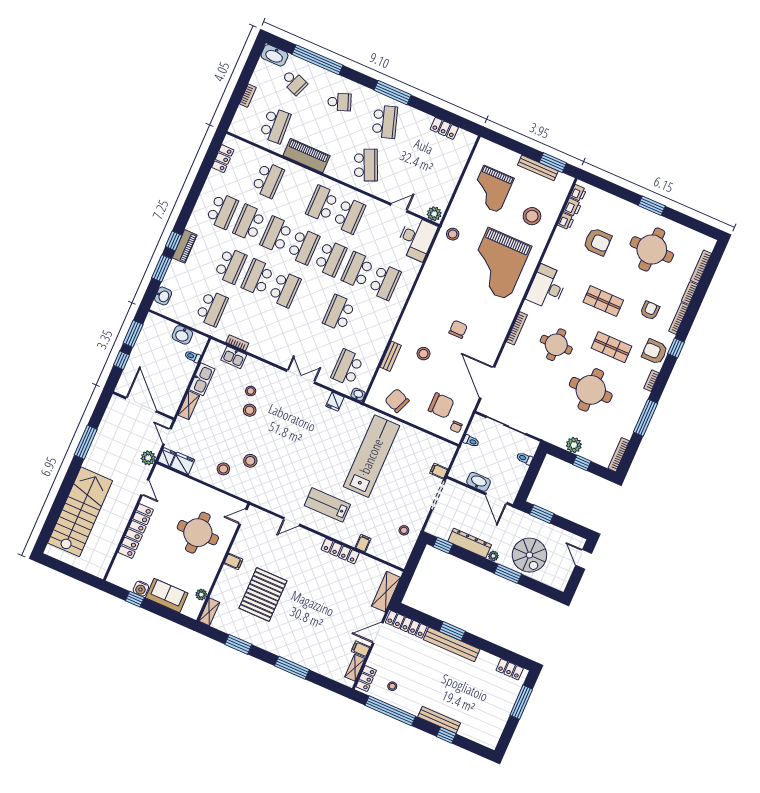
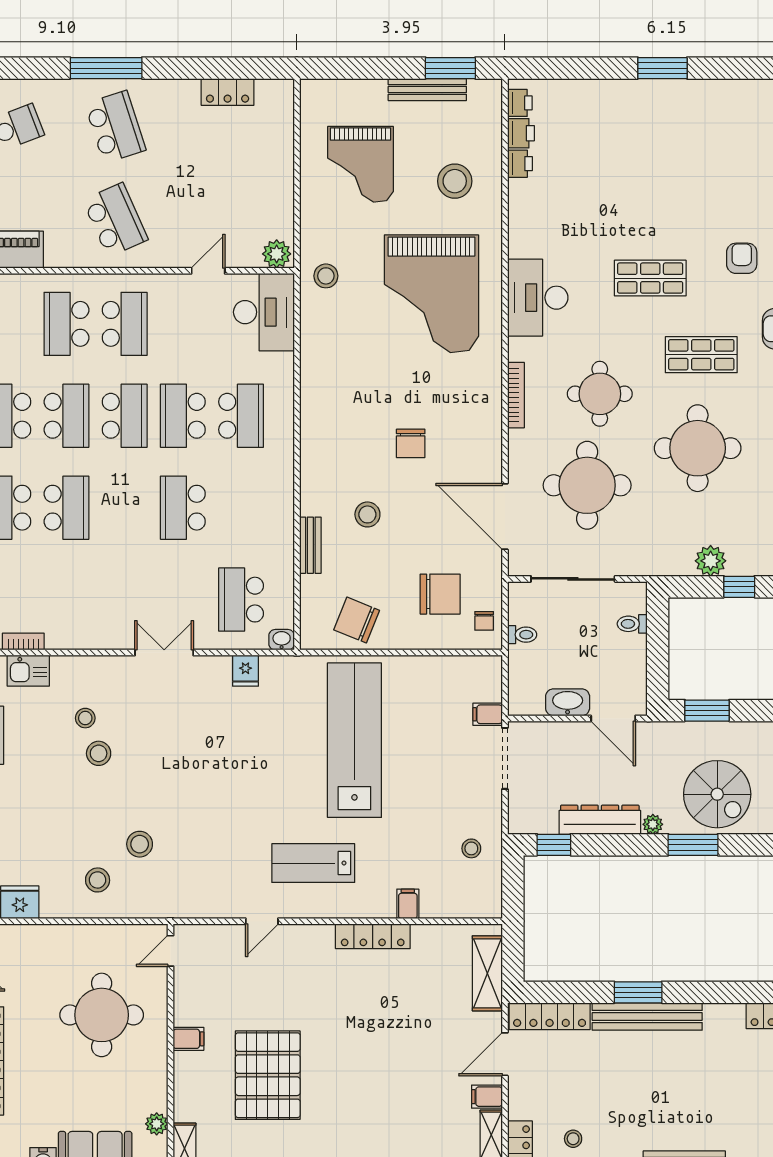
armchair: (597, 242) -> (593, 176), removed
round table: (652, 249) -> (587, 485), moved
chair: (458, 329) -> (411, 443), turned 180

